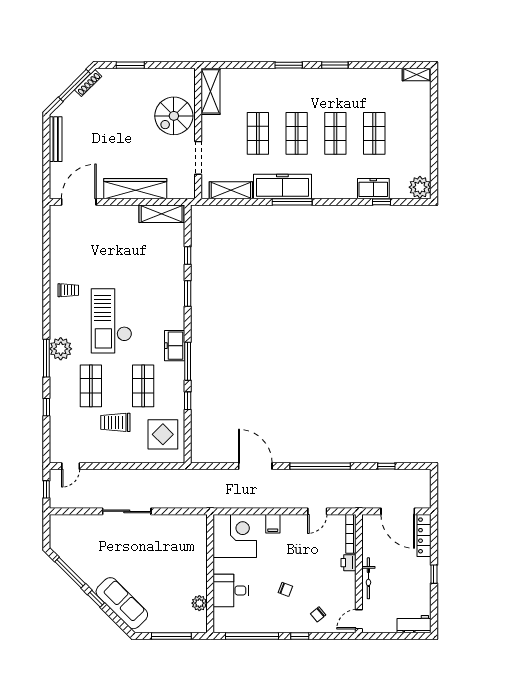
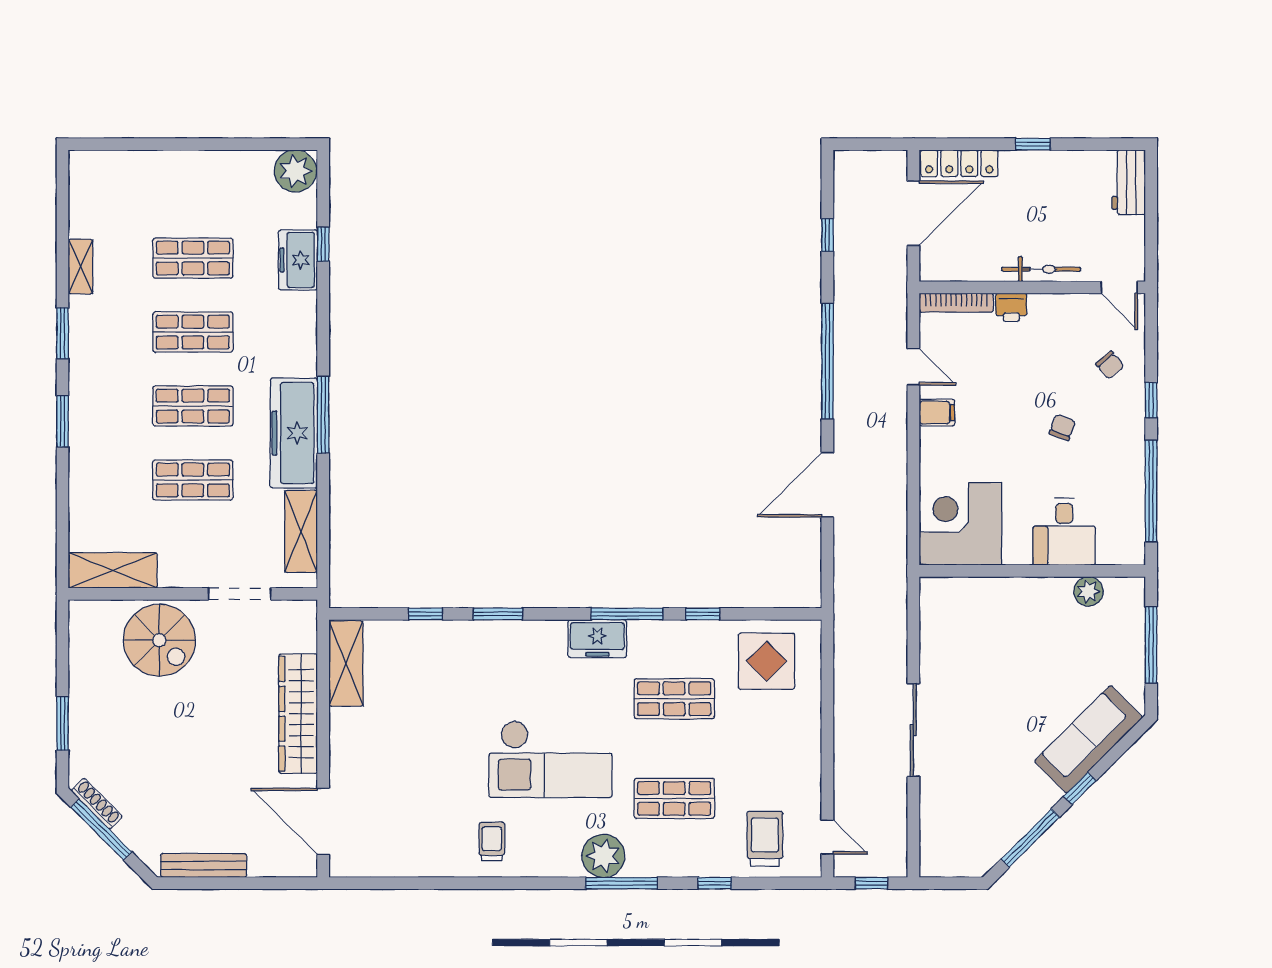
shelving: (417, 75) -> (81, 267), moved
trolley: (115, 422) -> (765, 839), moved, turned 180
filing cabinet: (273, 524) -> (937, 413), moved

